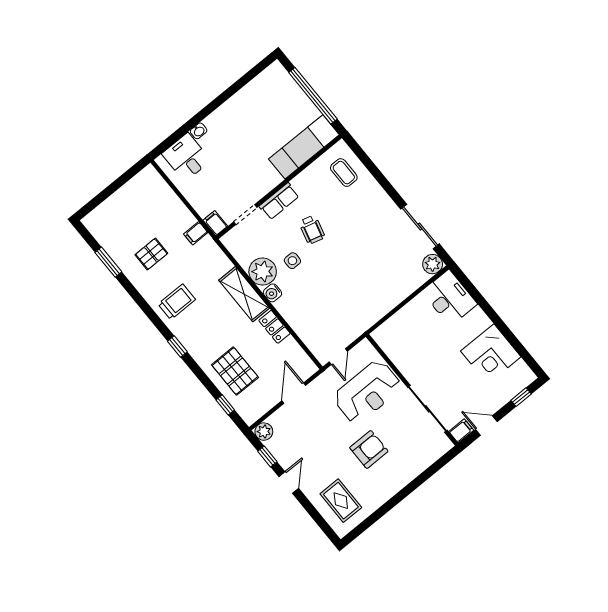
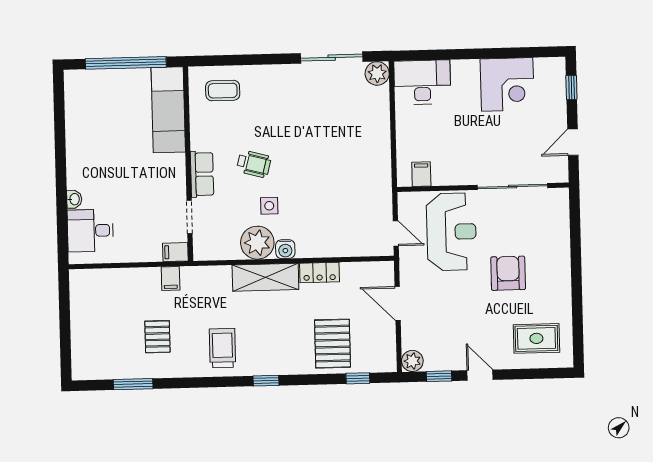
pallet: (235, 371) -> (333, 344), turned 90
filing cabinet: (461, 431) -> (421, 174), moved

